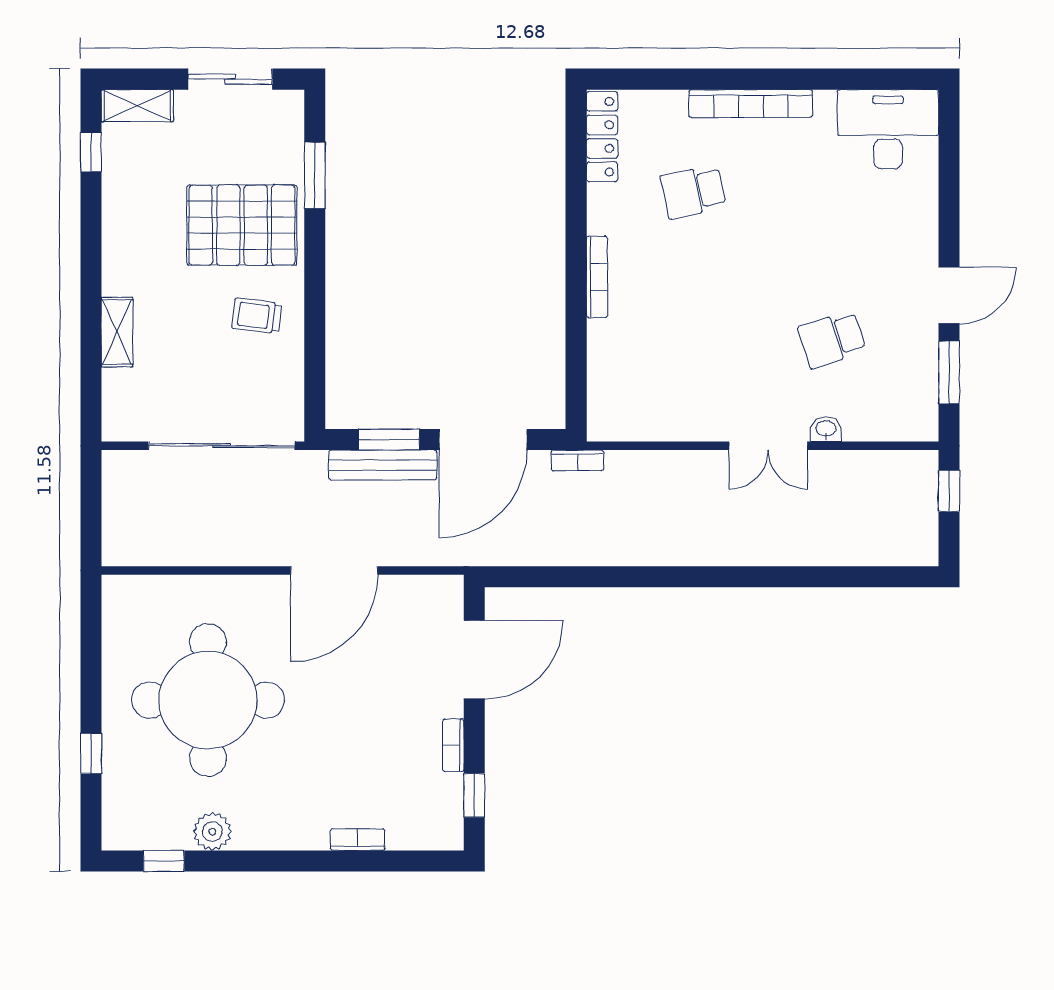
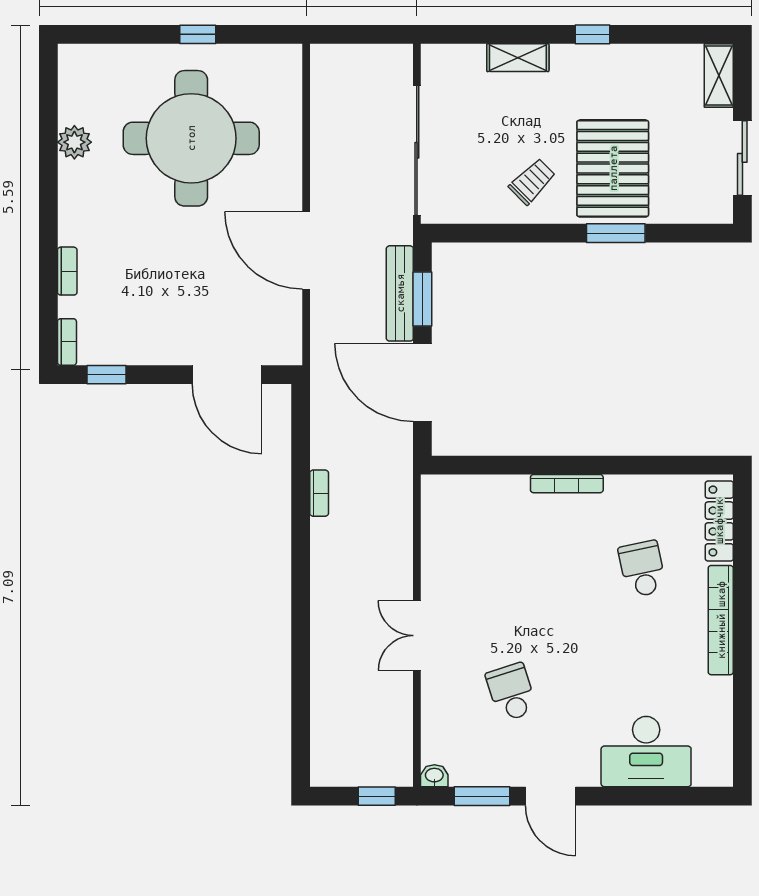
desk: (888, 129) -> (646, 752), moved, turned 90
locker: (602, 137) -> (719, 521), moved, turned 90
window: (91, 152) -> (593, 34), moved
window: (315, 175) -> (616, 233), moved
trolley: (257, 316) -> (532, 182), turned 38
washbasin: (826, 429) -> (434, 776), moved, turned -90
bookcase: (577, 460) -> (319, 493), moved, turned 180
bookcase: (453, 745) -> (67, 342), moved, turned 90
window: (91, 753) -> (198, 34), moved
window: (164, 861) -> (48, 99), removed

